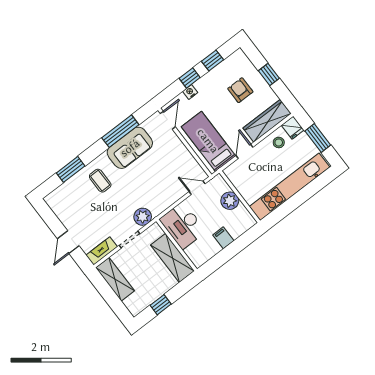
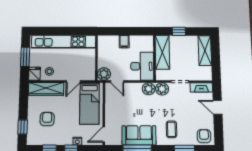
window: (269, 74) -> (23, 127), moved
armchair: (240, 90) -> (47, 119), turned 180
armchair: (60, 200) -> (204, 136), added
plant: (230, 201) -> (104, 74), moved
plant: (157, 206) -> (149, 89), added
door: (68, 242) -> (218, 107), swing flipped
shelving: (115, 279) -> (205, 51), moved
window: (161, 305) -> (179, 31), moved

